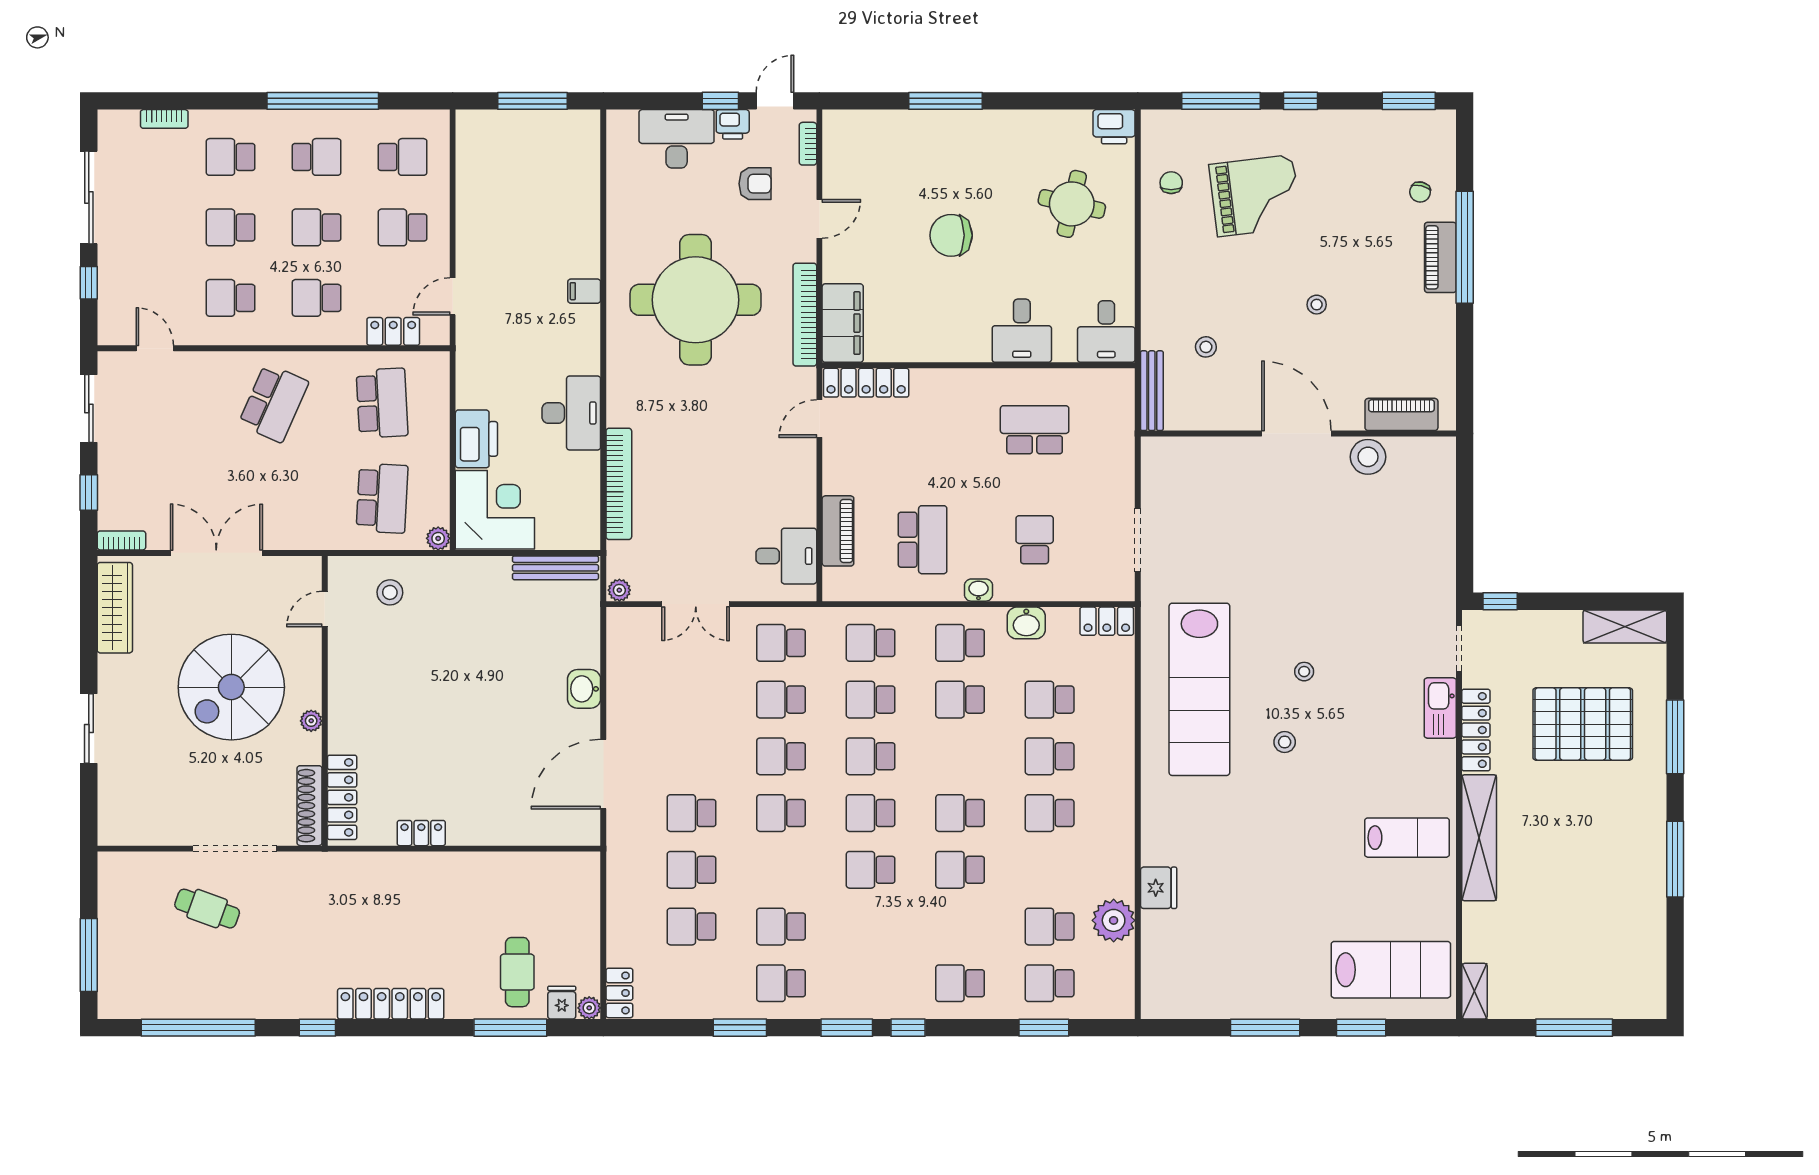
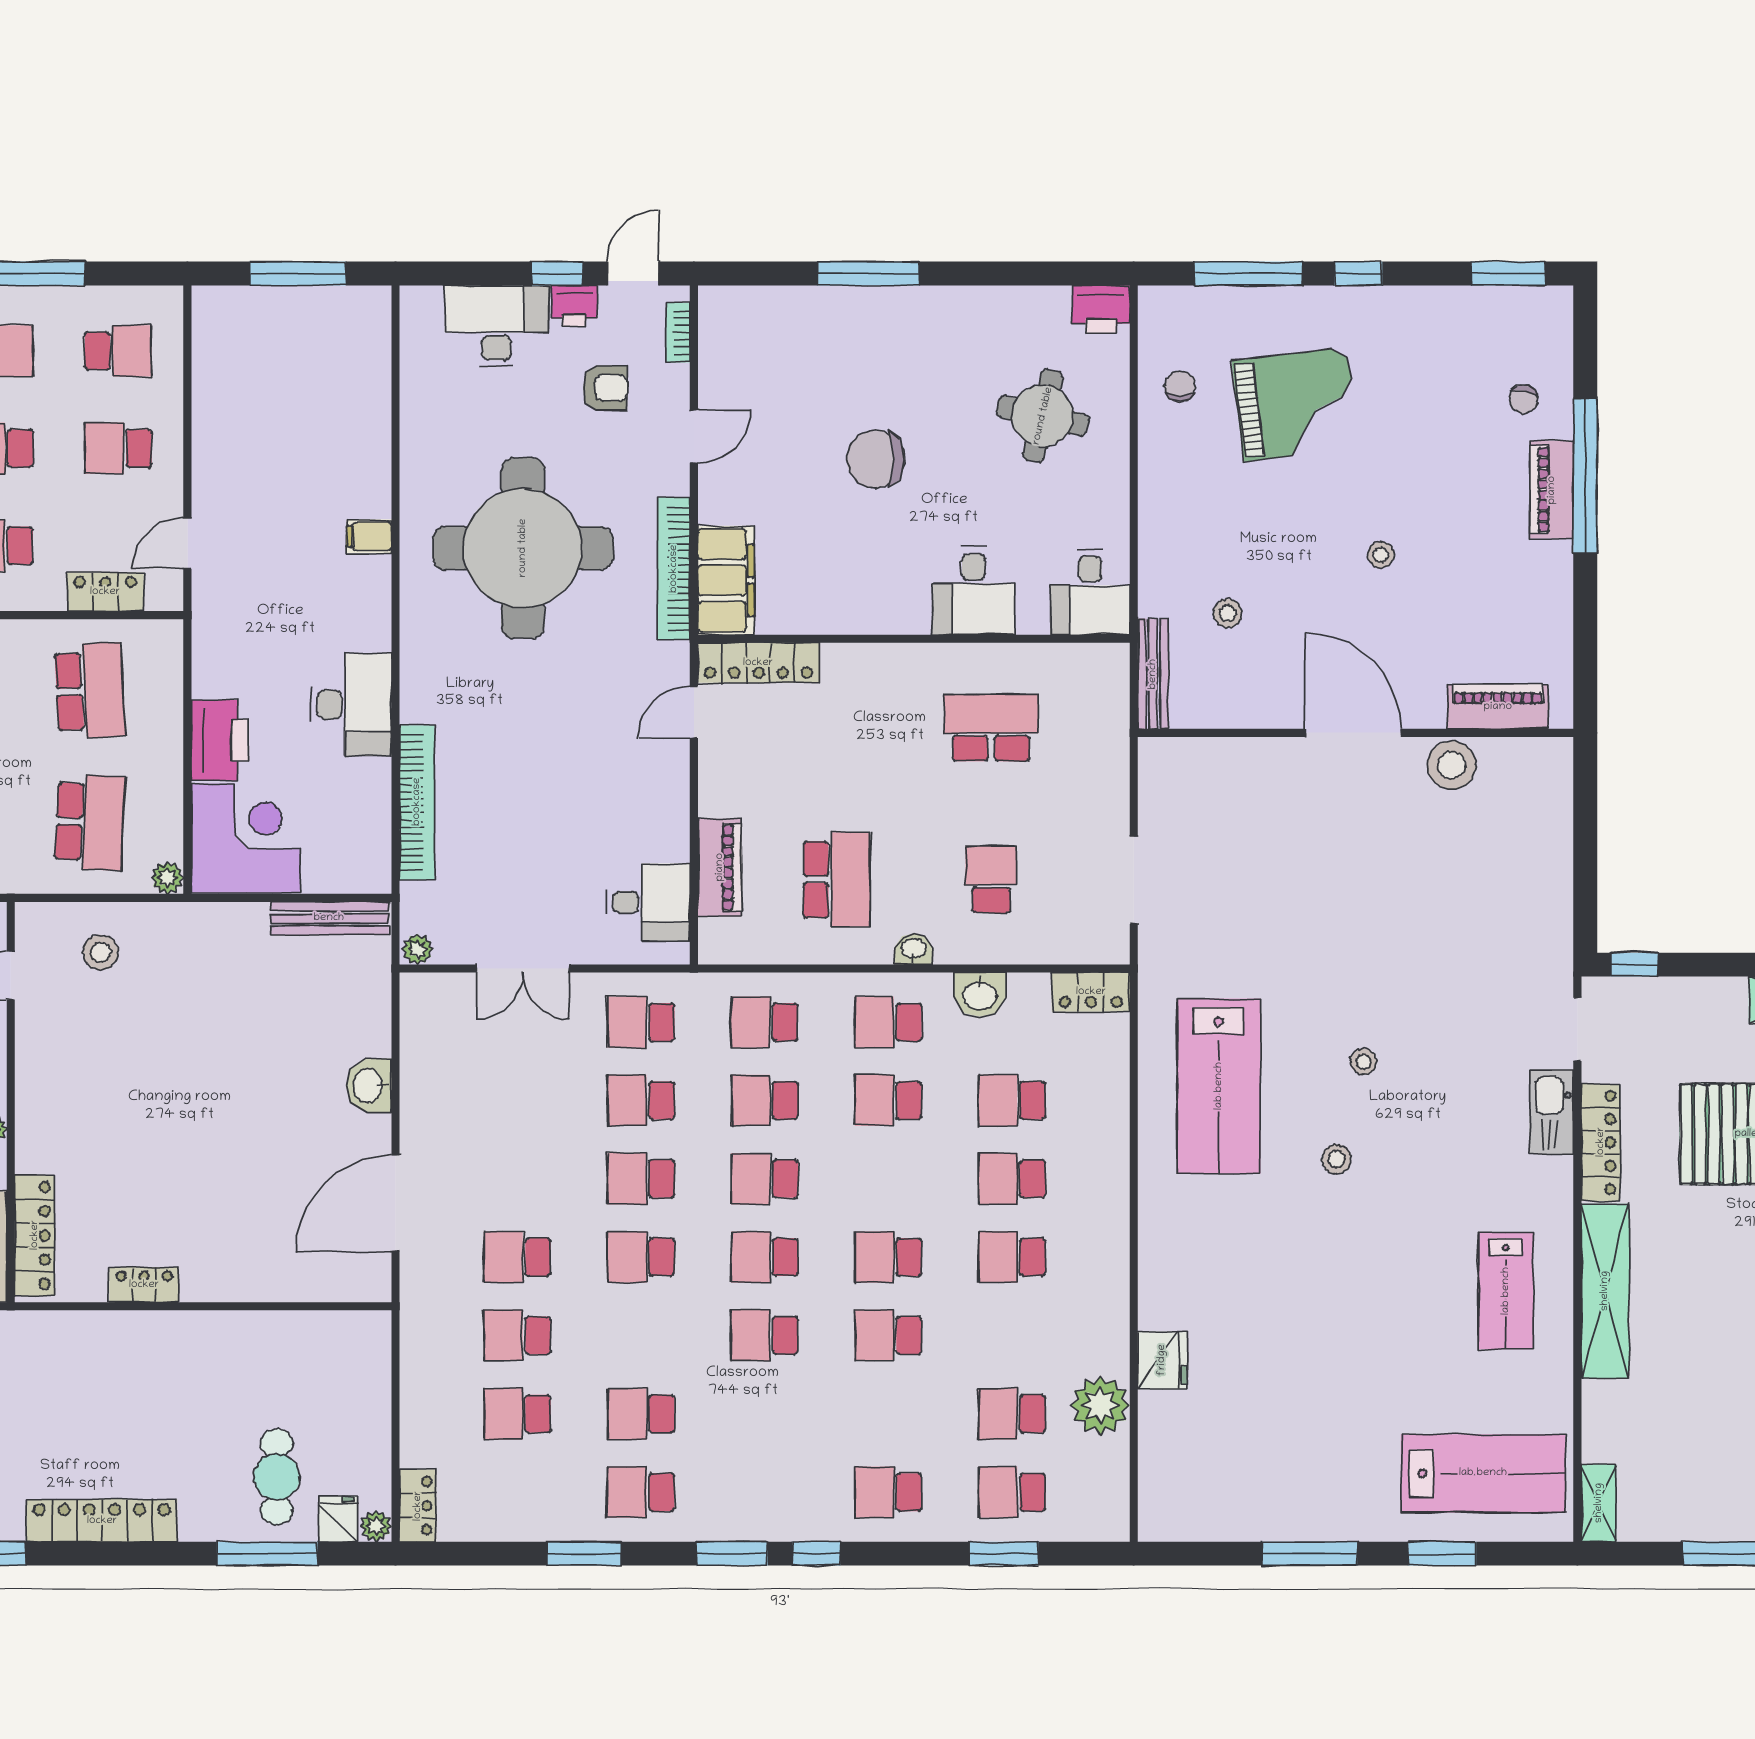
lab bench: (1199, 689) -> (1219, 1086), width x0.73
lab bench: (1407, 838) -> (1506, 1291), turned 90

